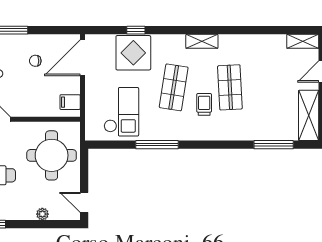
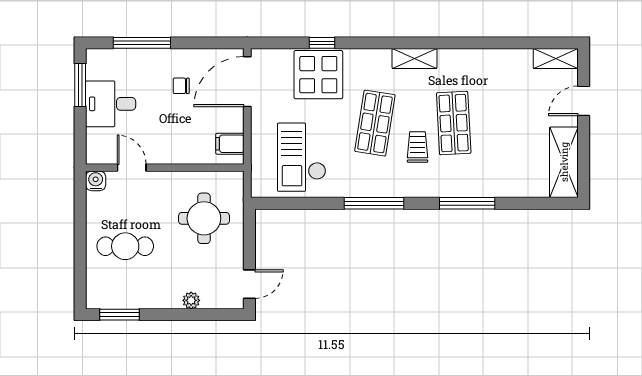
checkout: (121, 112) -> (302, 157), turned 180
window: (157, 145) -> (374, 203), moved
window: (274, 145) -> (467, 203), moved
round table: (52, 155) -> (204, 218), width x0.73, depth x0.73
door: (84, 202) -> (249, 284), swing flipped

